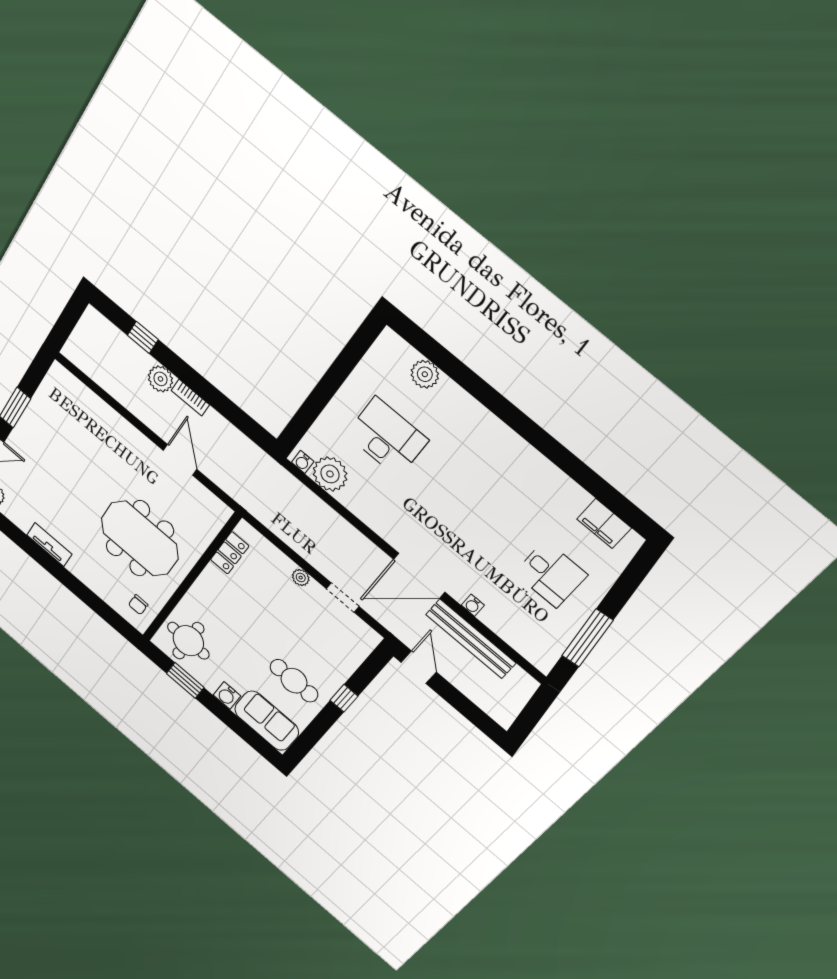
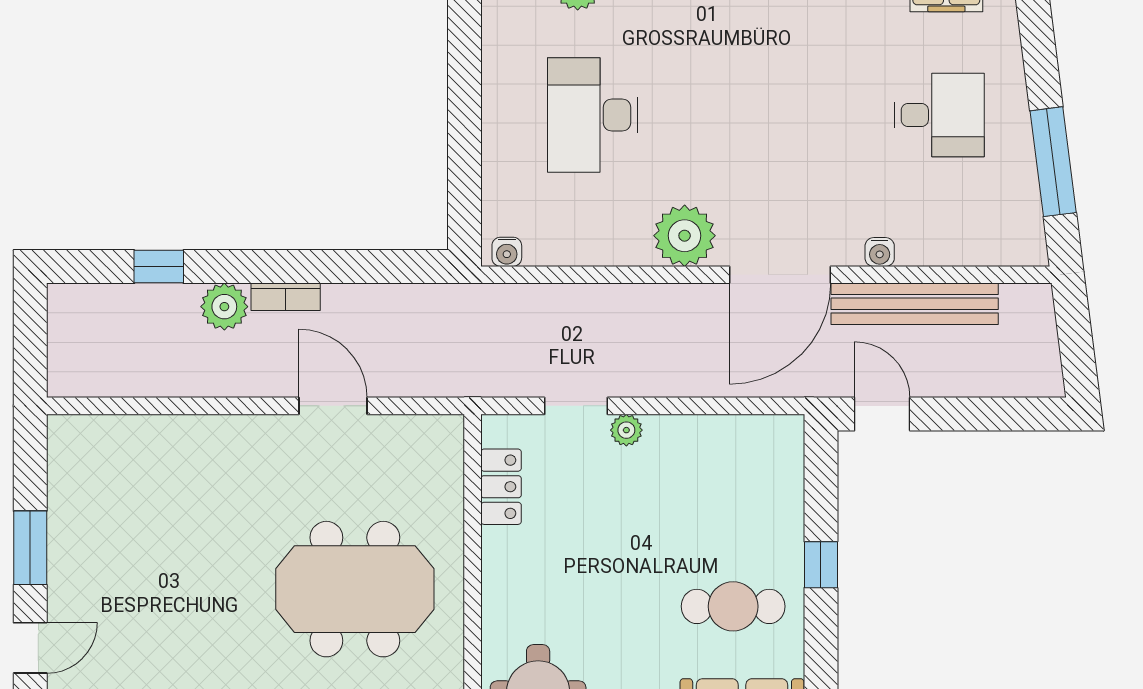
desk: (387, 437) -> (593, 115), turned -90
plant: (330, 474) -> (685, 236), moved
doorway: (343, 598) -> (576, 406), moved

